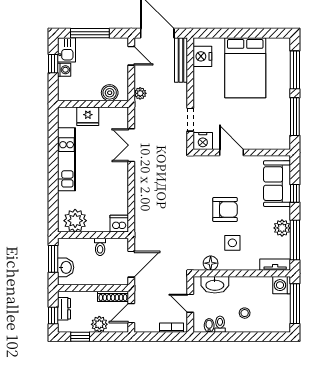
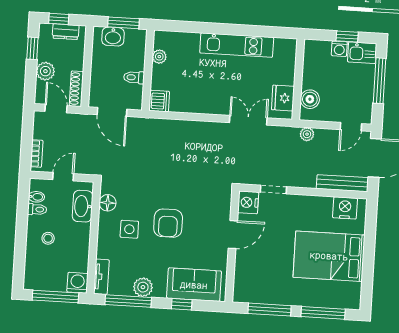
fridge: (88, 116) -> (283, 98), moved
plant: (75, 221) -> (159, 57), width x0.53, depth x0.53

